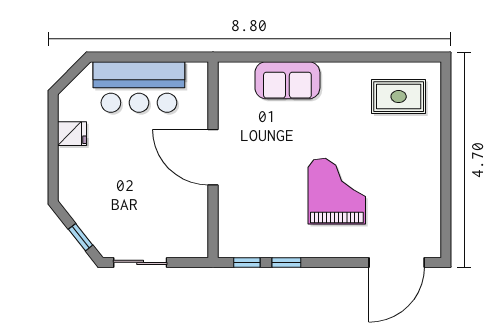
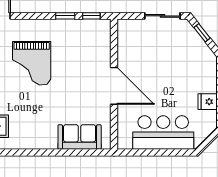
sofa: (287, 80) -> (80, 137), moved

